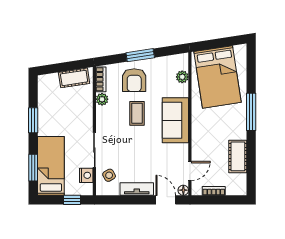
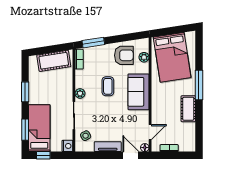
window: (140, 55) -> (93, 43), moved
cot: (74, 78) -> (54, 61), width x1.37, depth x1.34
armchair: (134, 80) -> (124, 55), moved, turned -90
plant: (102, 99) -> (80, 93), moved
cot: (238, 156) -> (188, 109), moved
nightstand: (86, 175) -> (67, 146), moved
window: (72, 200) -> (43, 155), moved

